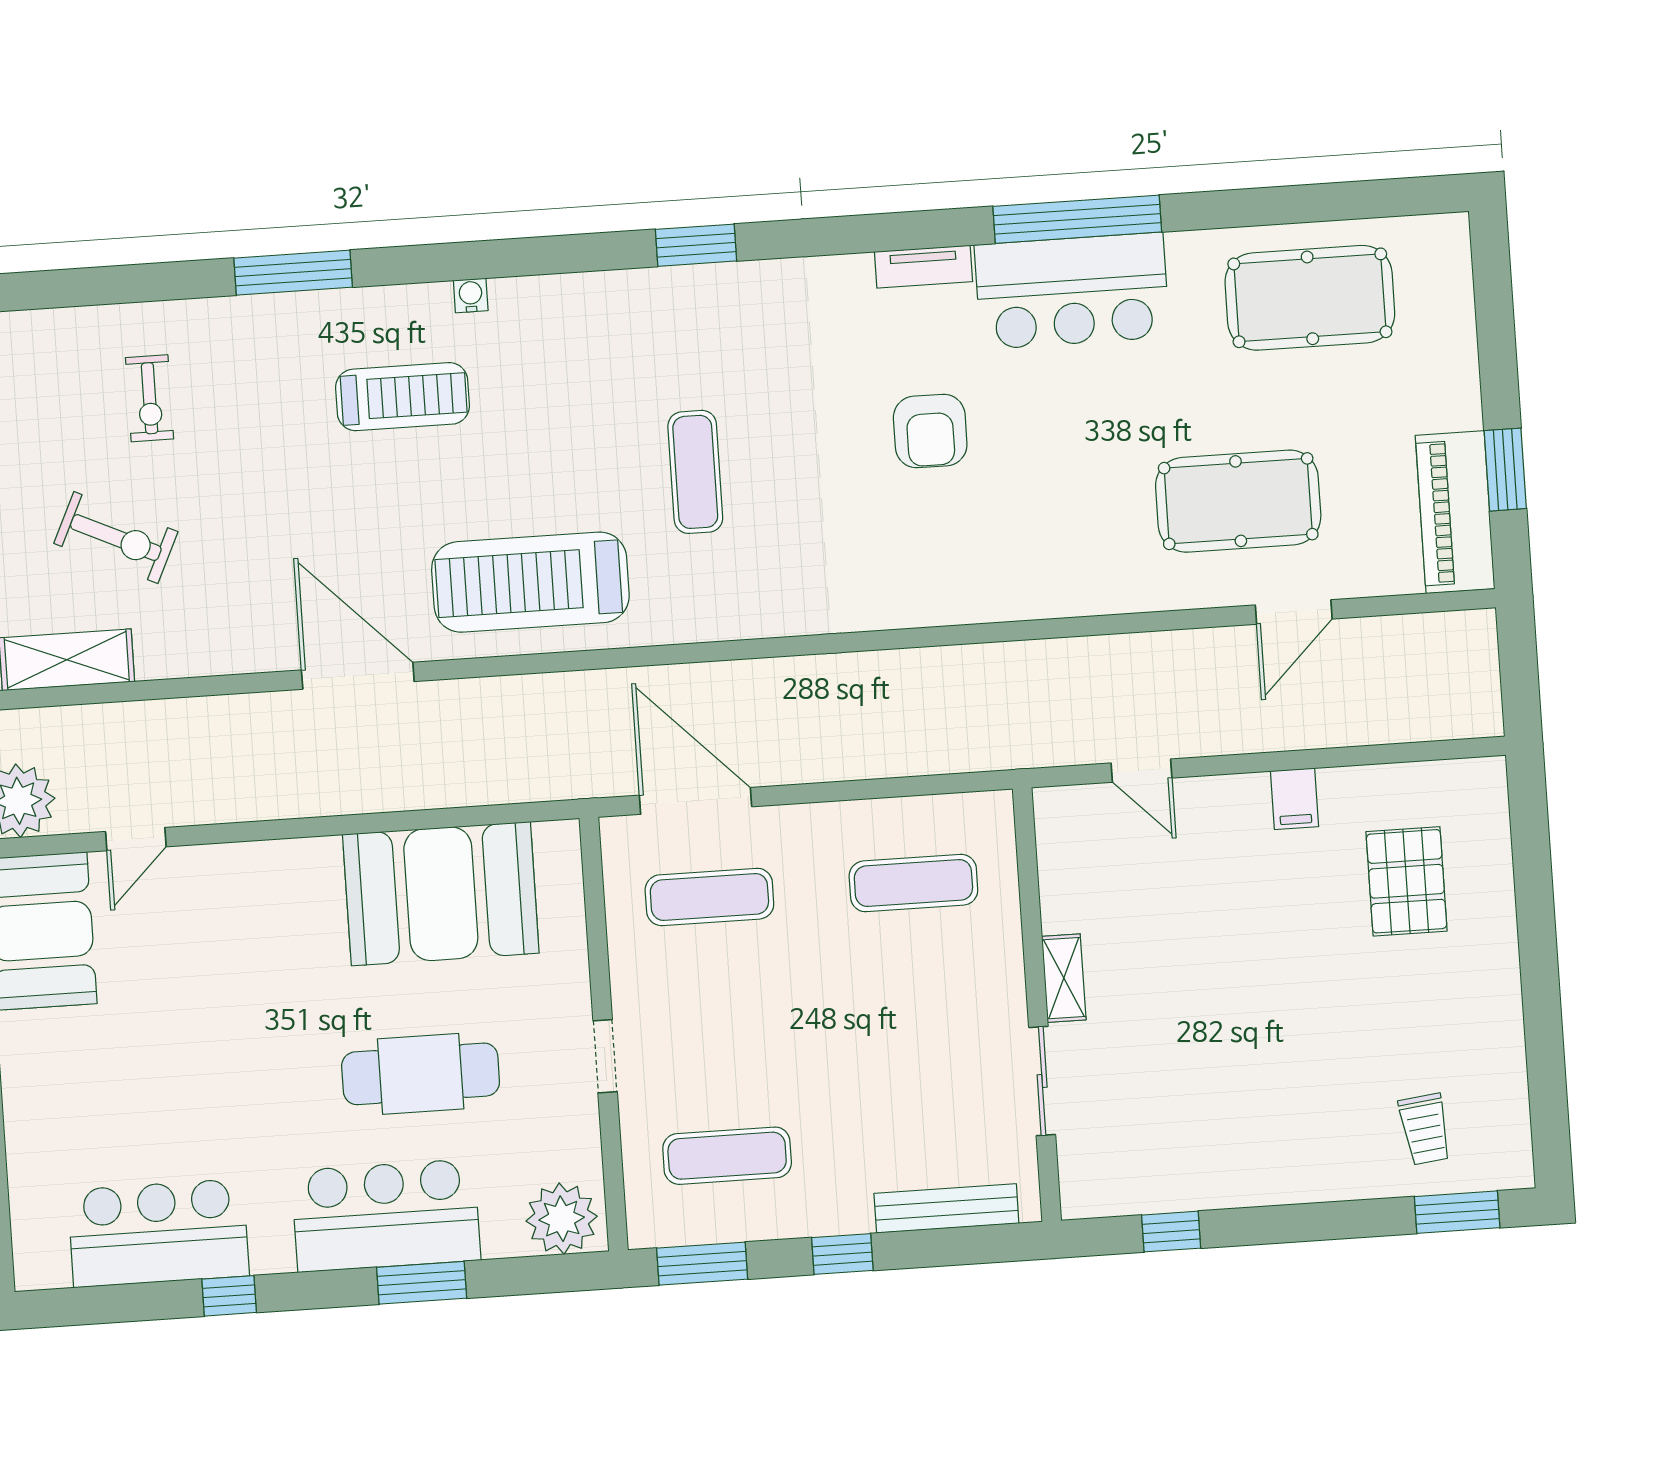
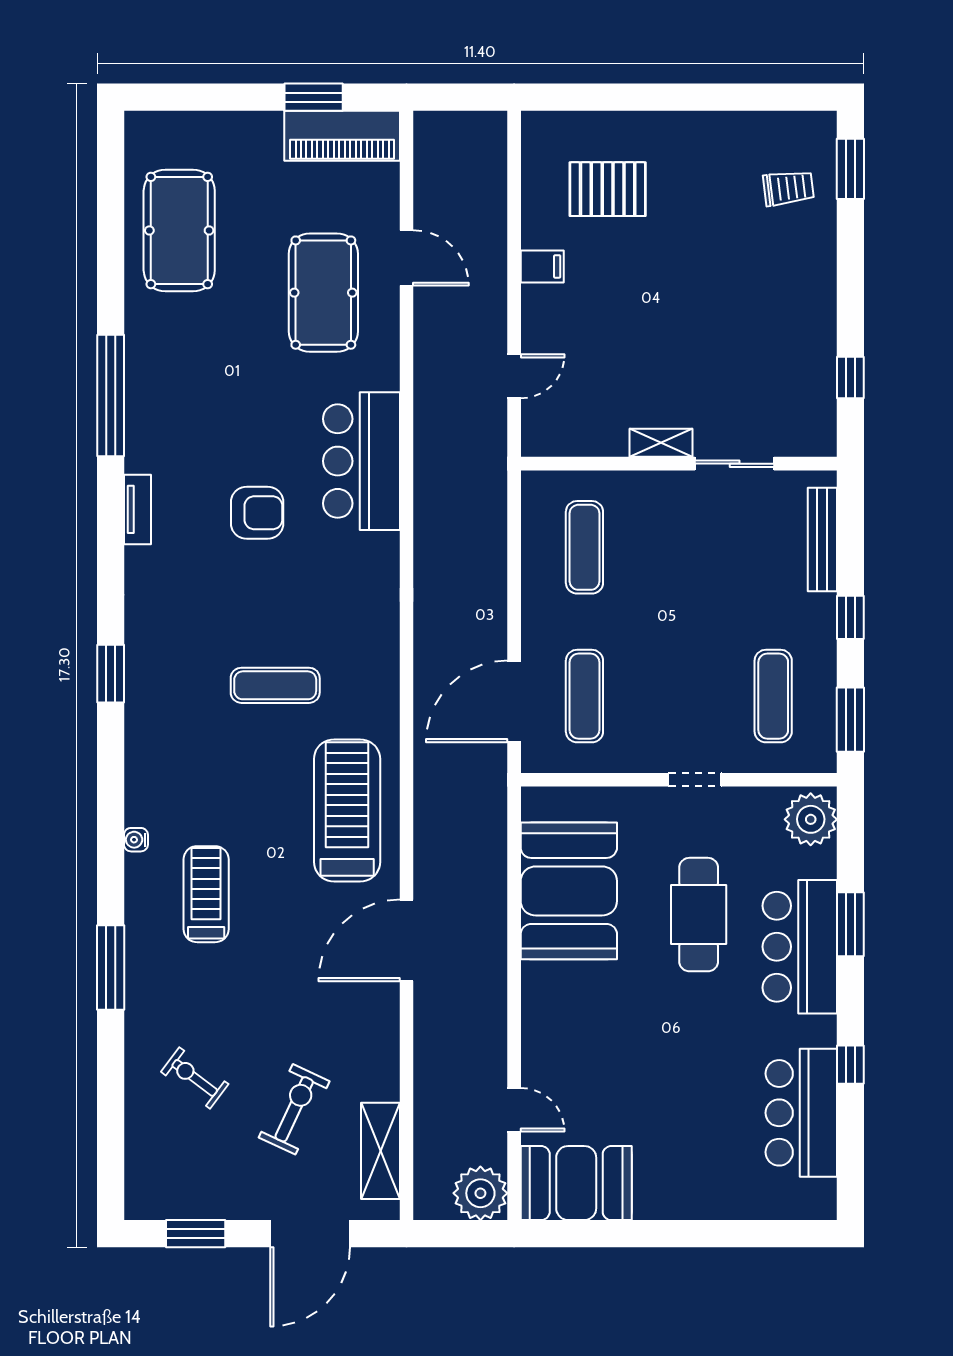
bar counter: (1072, 291) -> (361, 461), moved, turned 180
exercise bike: (150, 398) -> (195, 1078), turned -143
treadmill: (530, 582) -> (347, 810), turned 180

